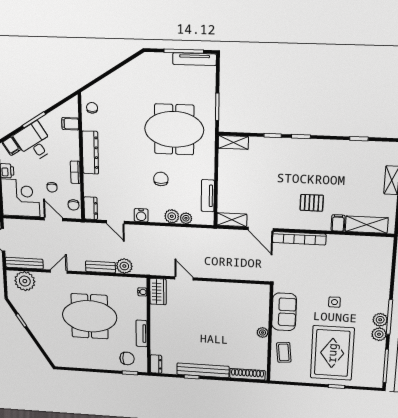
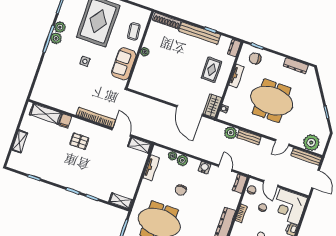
door: (184, 278) -> (189, 111), width x1.88
rug: (174, 333) -> (211, 70), added
dresser: (77, 363) -> (296, 66), added

